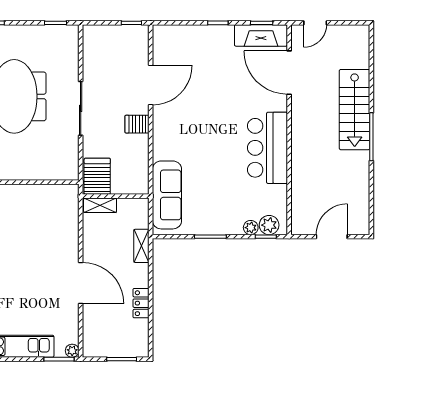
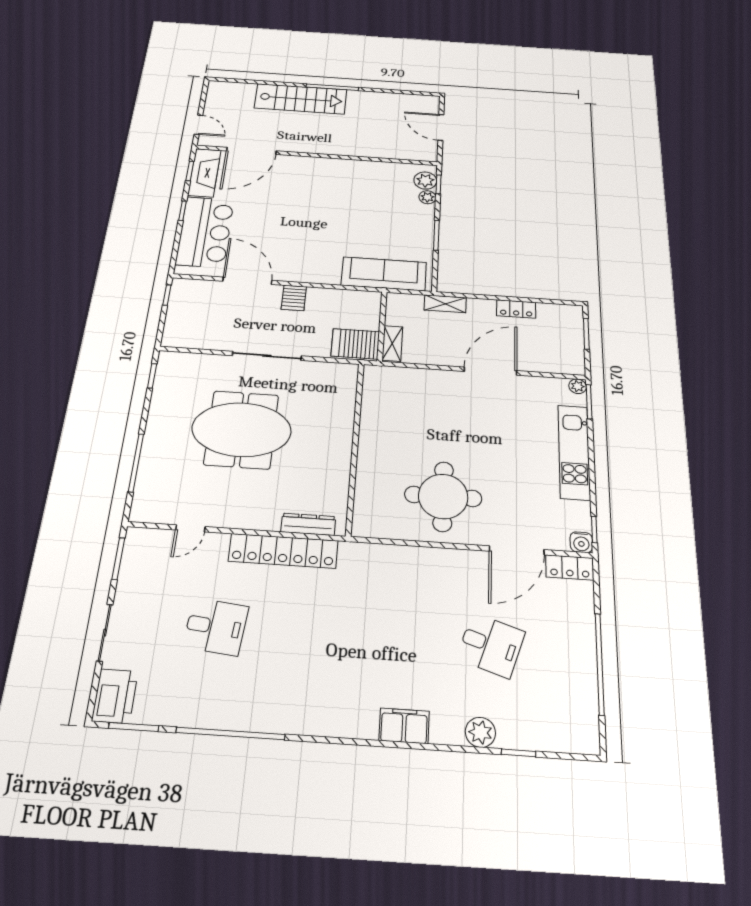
bar counter: (267, 148) -> (205, 232), moved, turned -90

